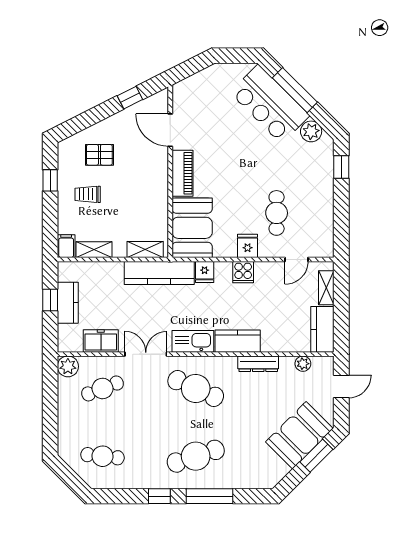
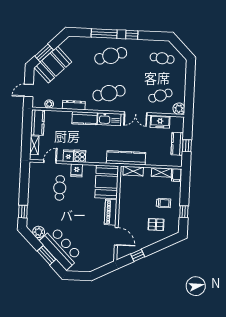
window: (295, 90) -> (46, 255), width x0.69
fridge: (205, 272) -> (68, 156), moved
cafe table: (196, 388) -> (109, 93), turned -39

